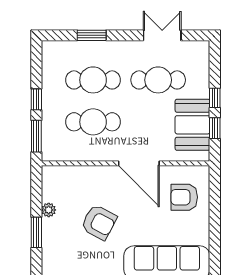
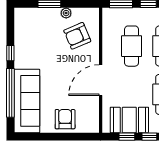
armchair: (184, 197) -> (65, 119), moved
armchair: (99, 222) -> (77, 36), moved, turned 39

